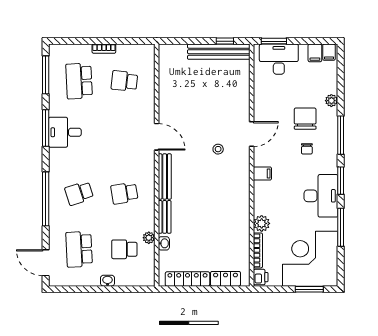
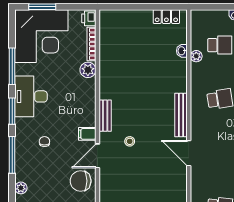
chair: (305, 119) -> (81, 181), moved, turned 90
filing cabinet: (262, 173) -> (87, 134), moved
bench: (165, 217) -> (105, 116), moved
locker: (187, 279) -> (166, 17), width x0.66
locker: (226, 279) -> (123, 17), removed

